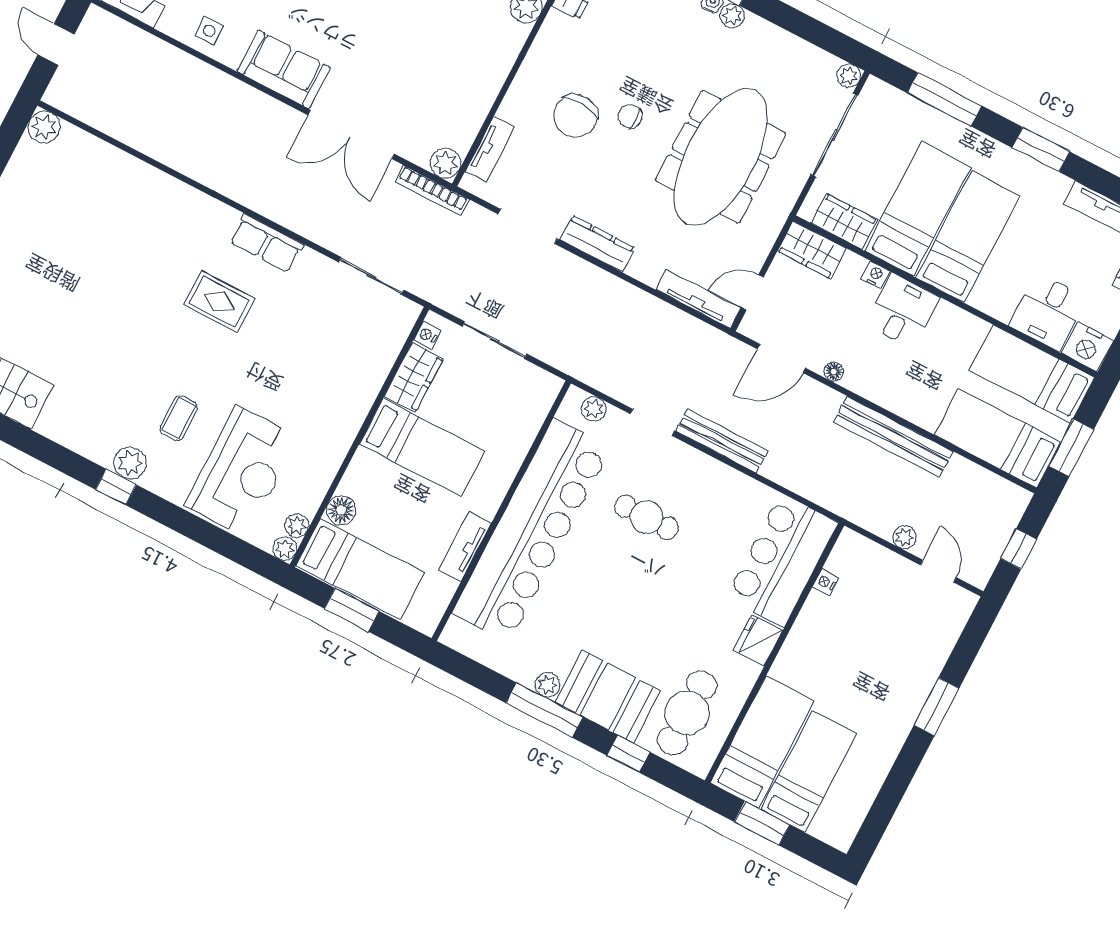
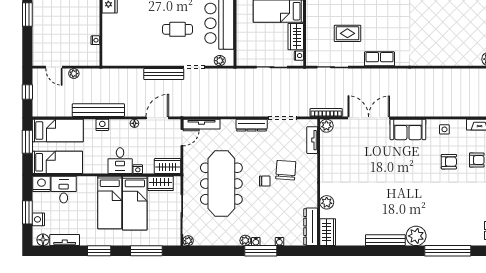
rug: (219, 301) -> (347, 33), moved
nightstand: (901, 403) -> (102, 125), added
bar counter: (782, 560) -> (116, 40), removed

